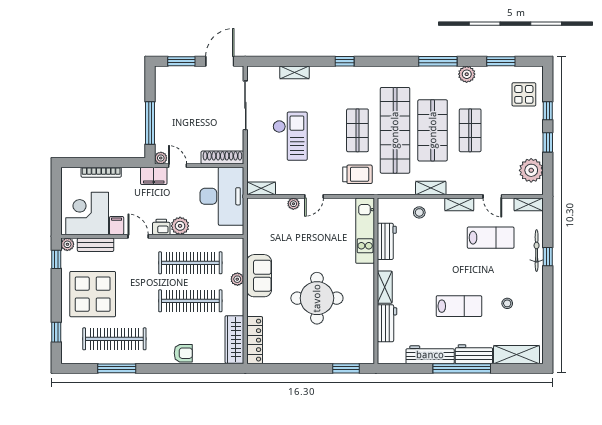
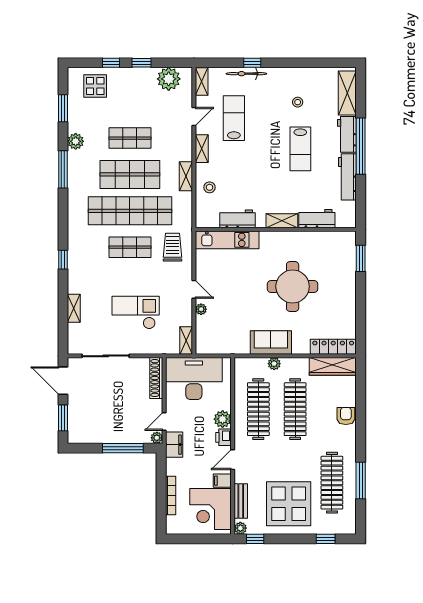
lab bench: (459, 306) -> (300, 149), turned 180

